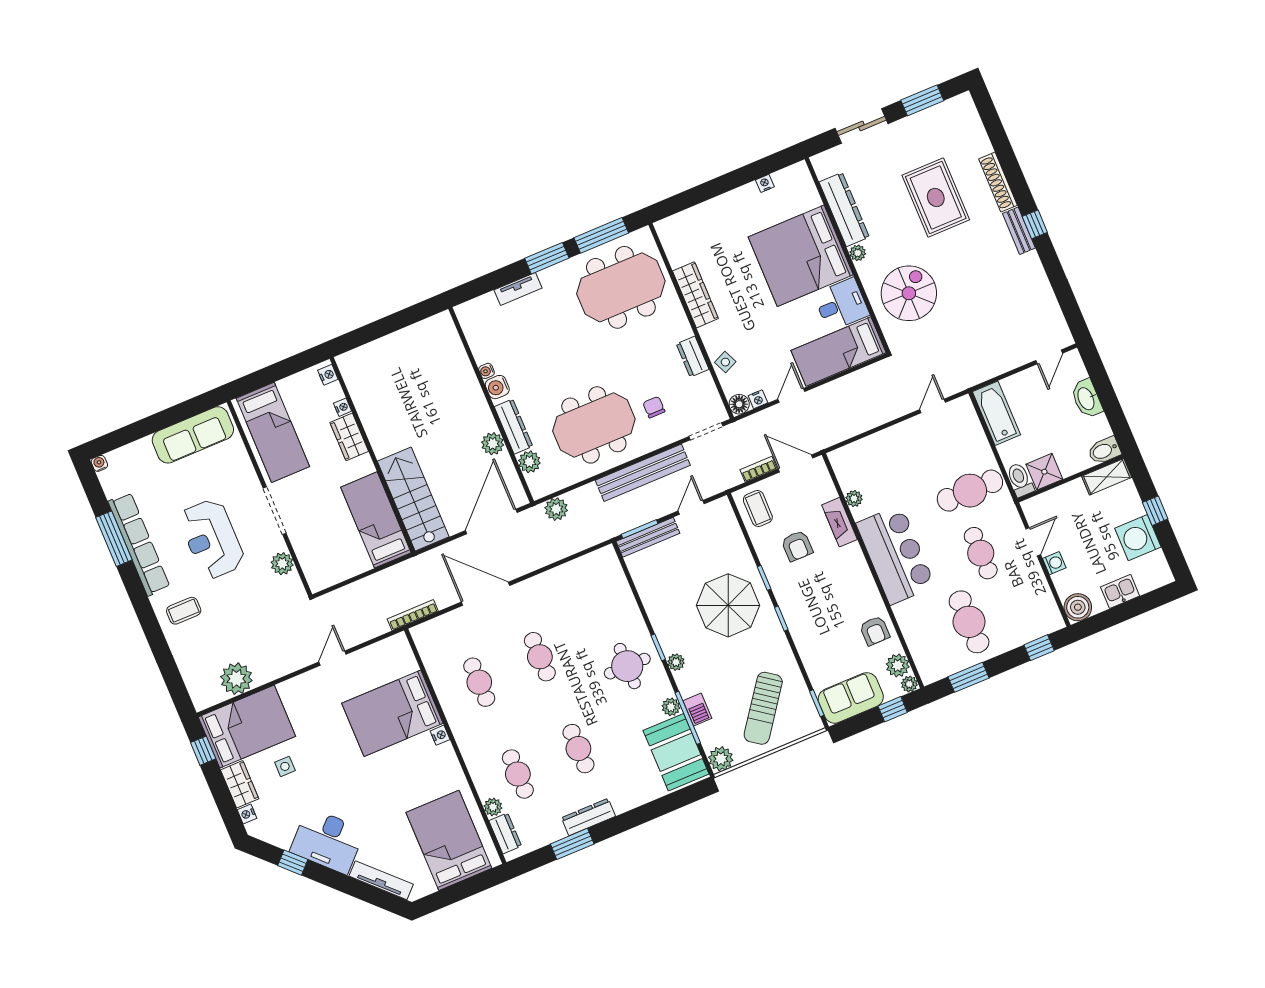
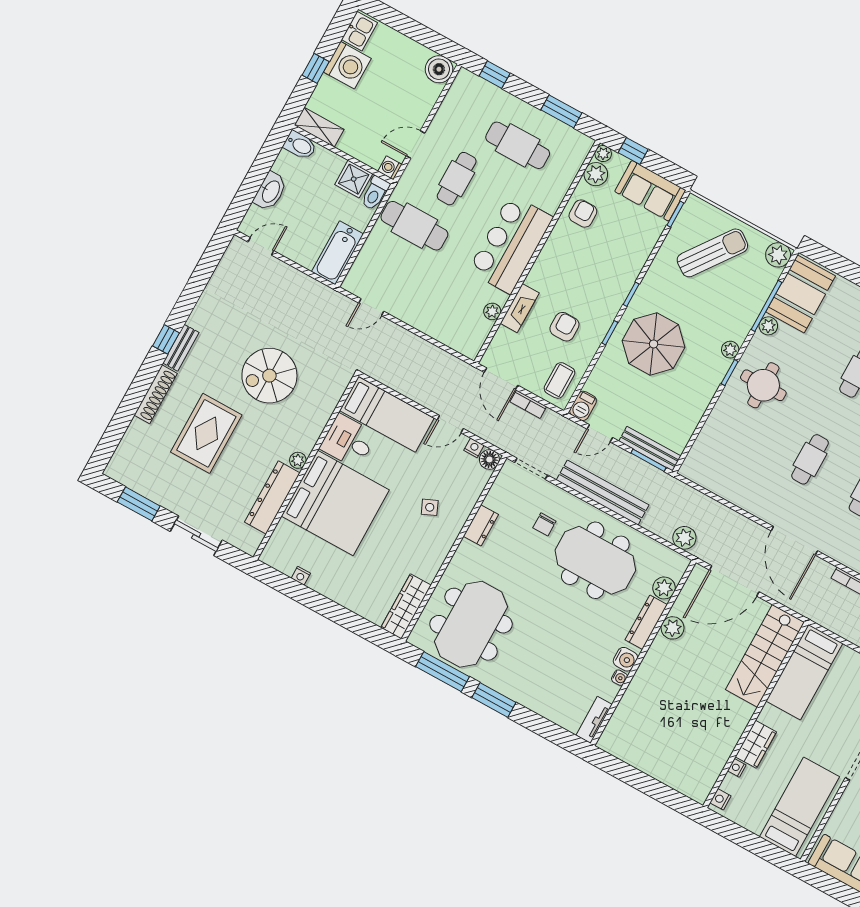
meeting table: (621, 287) -> (471, 624), turned 90
tv unit: (518, 289) -> (594, 720), moved, turned -90
spiral stairs: (909, 293) -> (269, 376), moved
wardrobe: (695, 295) -> (406, 606), moved
side table: (725, 362) -> (430, 507), moved
washing machine: (1054, 563) -> (390, 168), moved
kitchen sink: (1120, 591) -> (359, 31), moved, turned -90
cafe table: (969, 622) -> (518, 145), turned 90
barbecue: (697, 710) -> (583, 406), moved, turned 180

